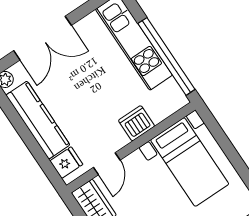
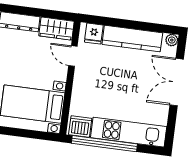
dishwasher: (137, 123) -> (80, 127), moved, turned -90

